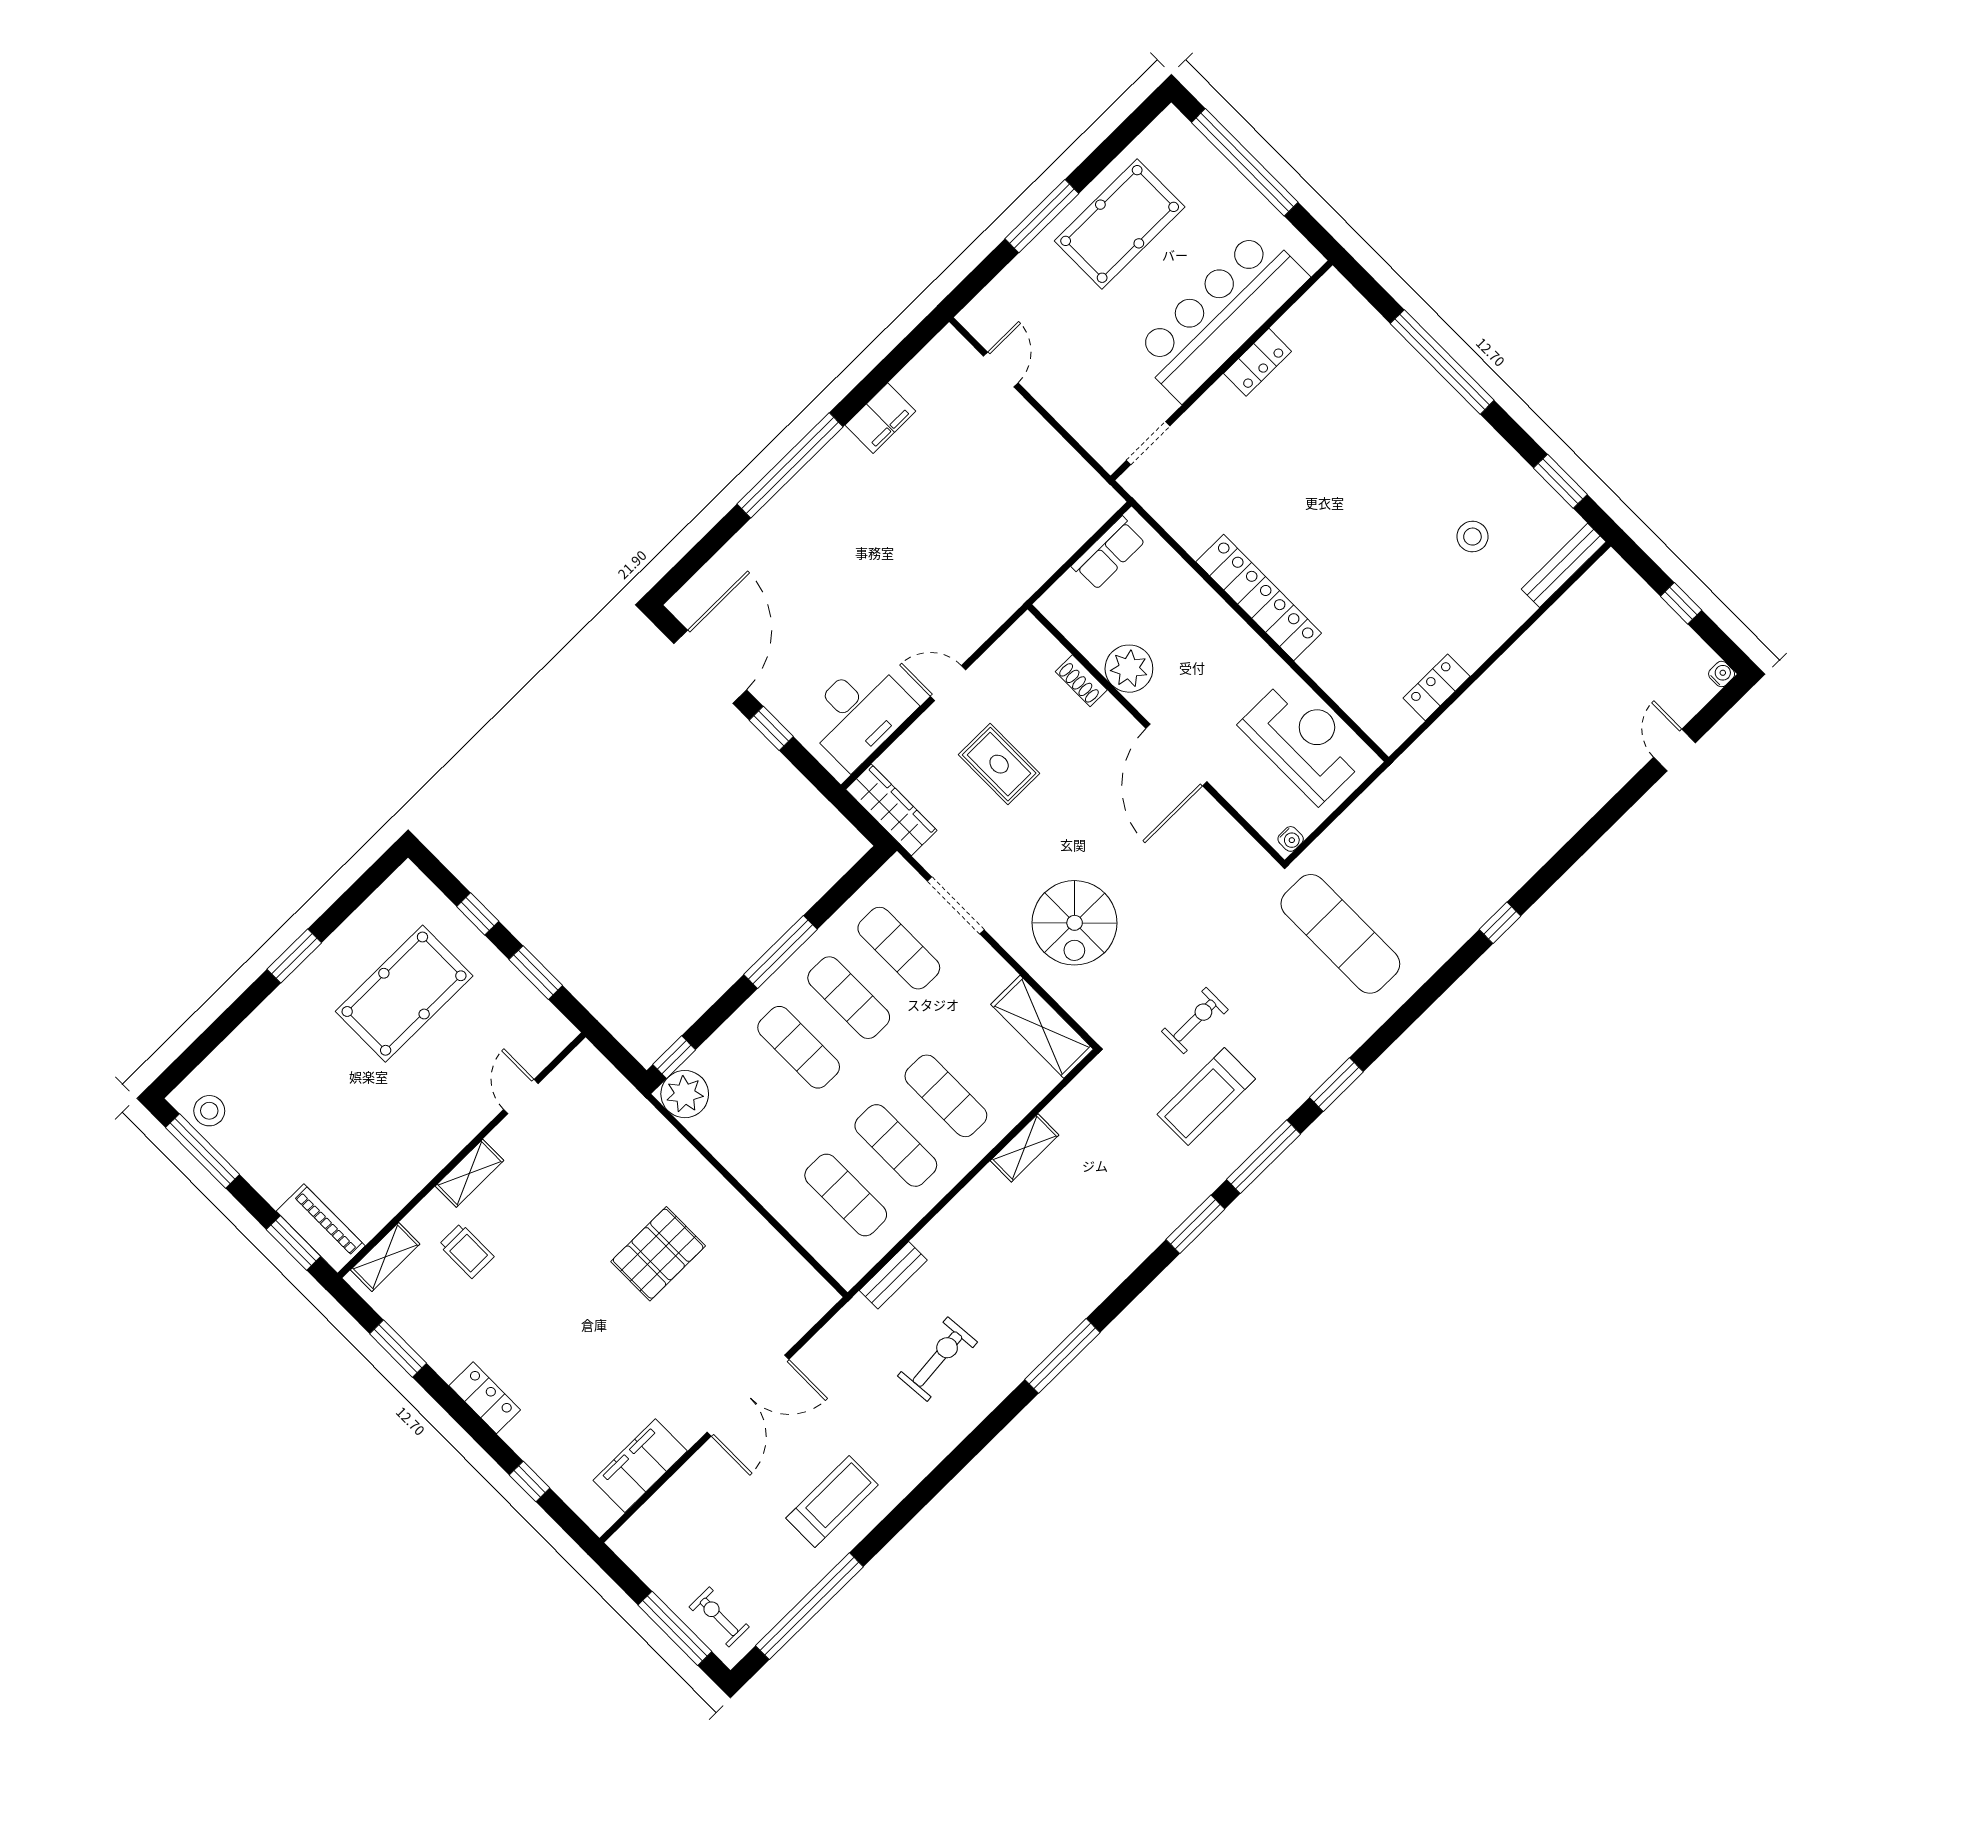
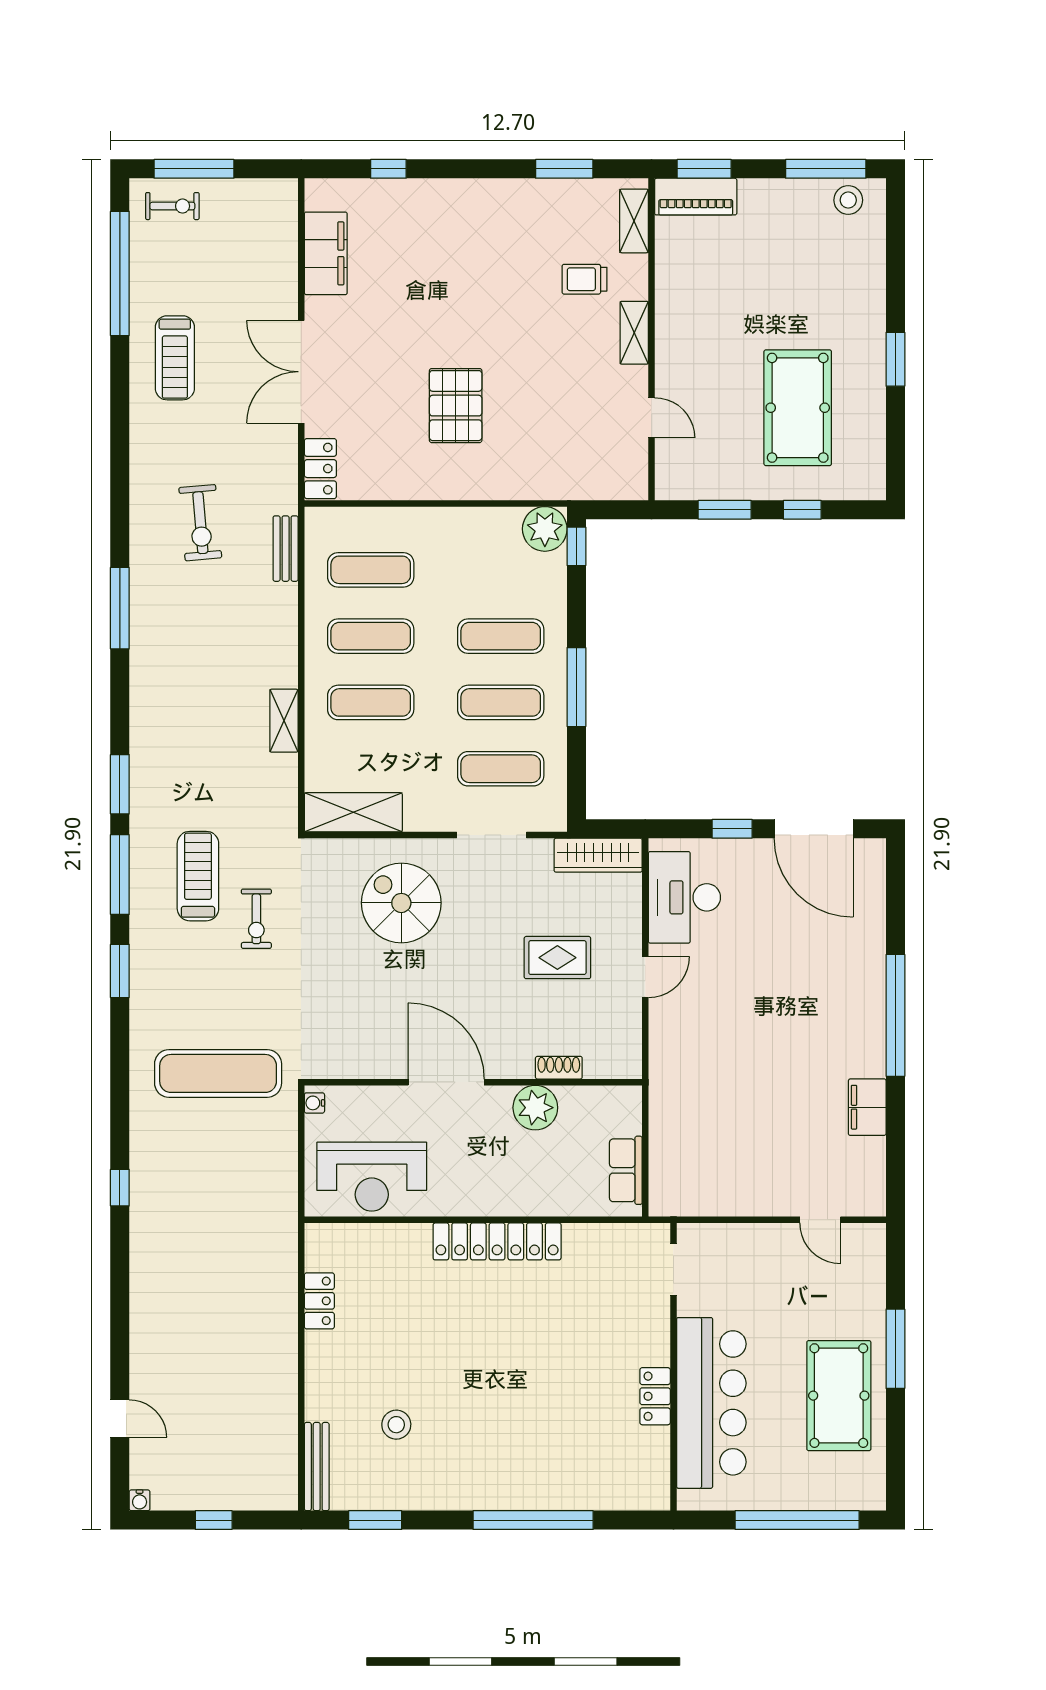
locker: (485, 1398) -> (320, 469), moved, turned -90

